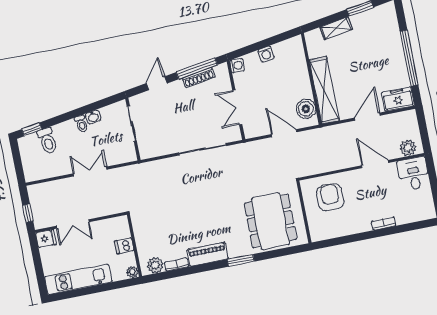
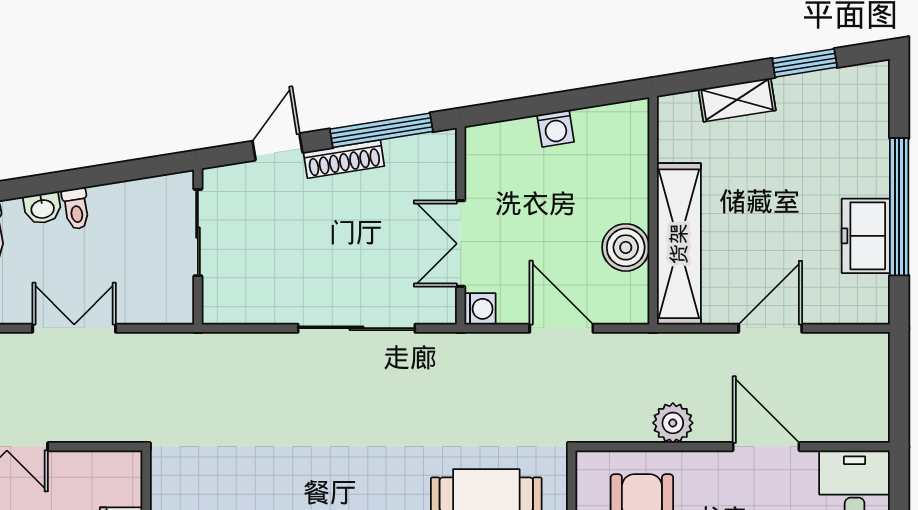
washing machine: (237, 66) -> (480, 309), moved
shoe rack: (199, 77) -> (344, 159), moved
freezer: (398, 99) -> (866, 236), moved, turned -90
boiler: (306, 109) -> (626, 247), moved
washbasin: (93, 117) -> (42, 208), moved
plant: (408, 148) -> (673, 423), moved

